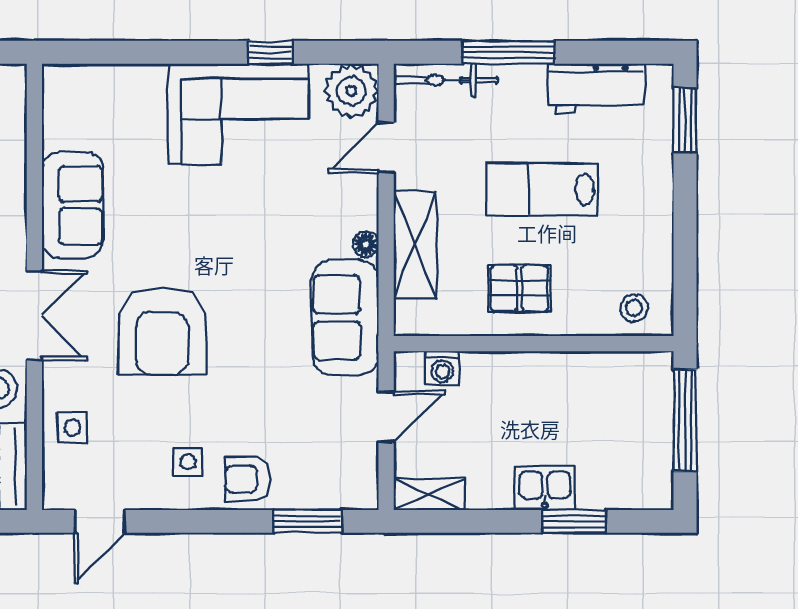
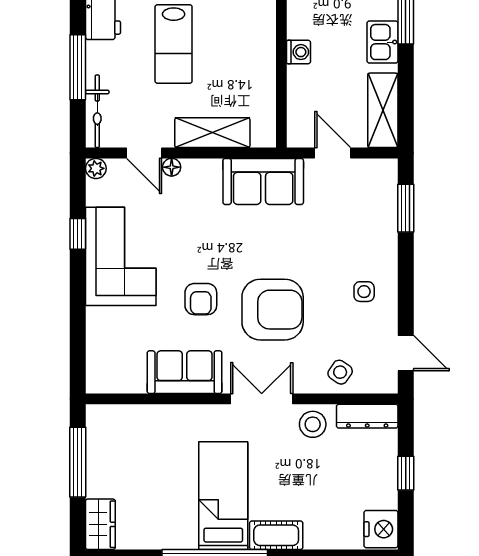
plant: (351, 91) -> (96, 168), width x0.53, depth x0.53
floor lamp: (366, 244) -> (172, 167), moved
pallet: (520, 288) -> (243, 60), removed
washing machine: (442, 368) -> (299, 52), moved
side table: (73, 428) -> (340, 372), turned 34
armchair: (247, 479) -> (201, 299), moved
shelving: (429, 494) -> (383, 110), width x1.50, depth x1.33

